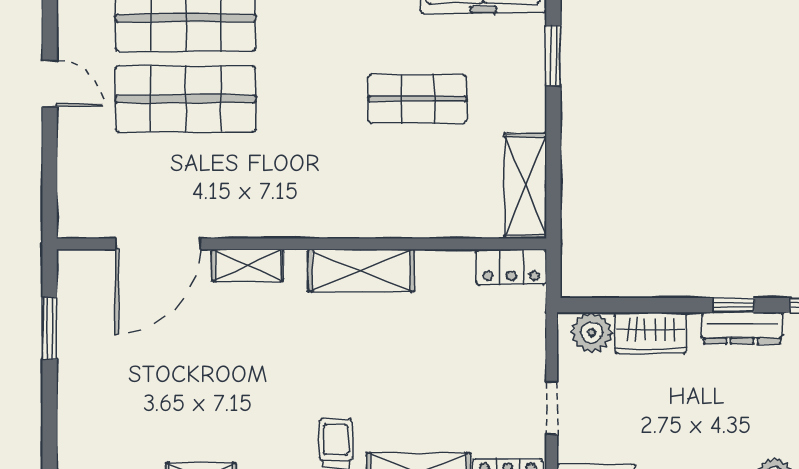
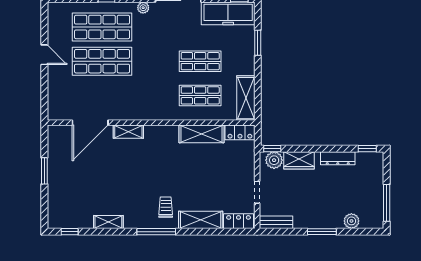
shop shelf: (417, 180) -> (200, 95), added
shelving: (361, 270) -> (201, 134), moved
window: (734, 305) -> (272, 149), moved
window: (50, 329) -> (44, 171), moved

